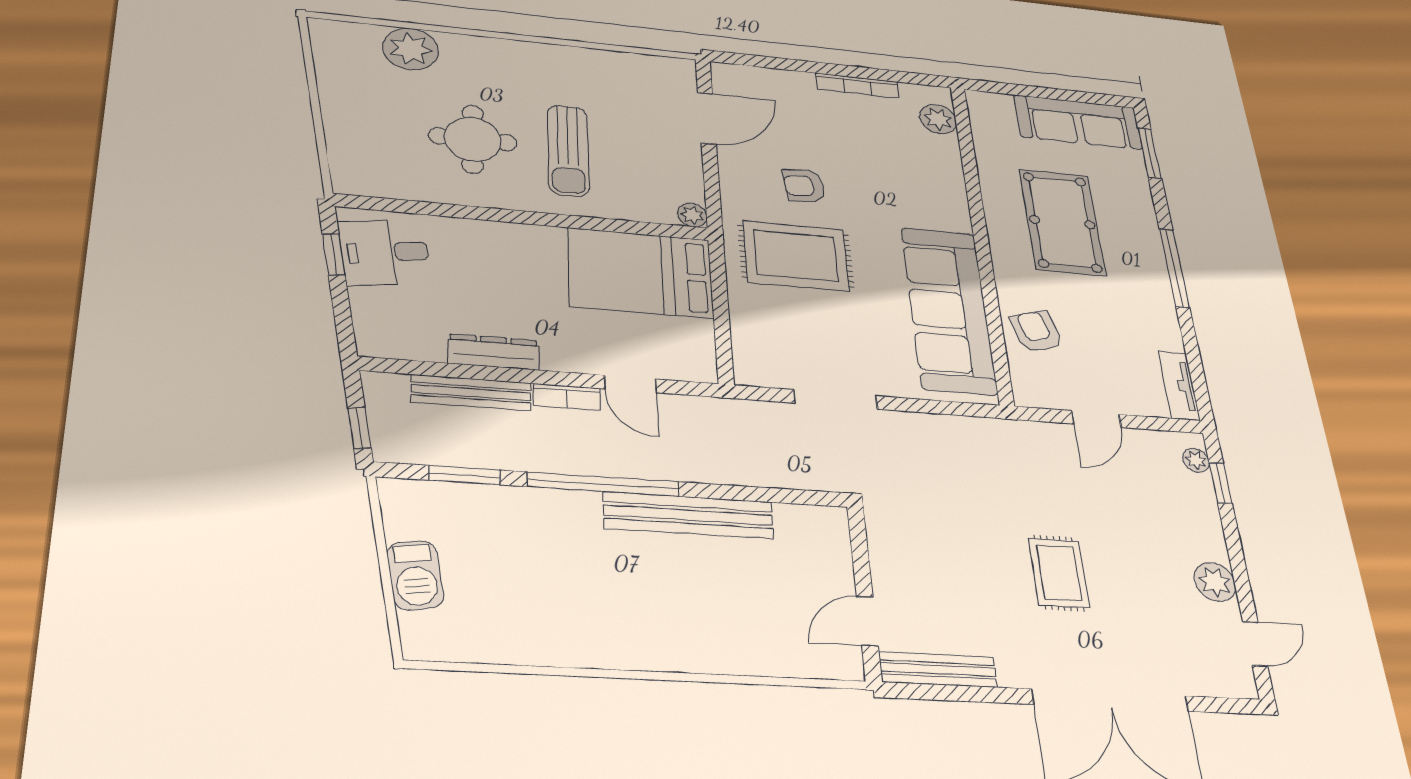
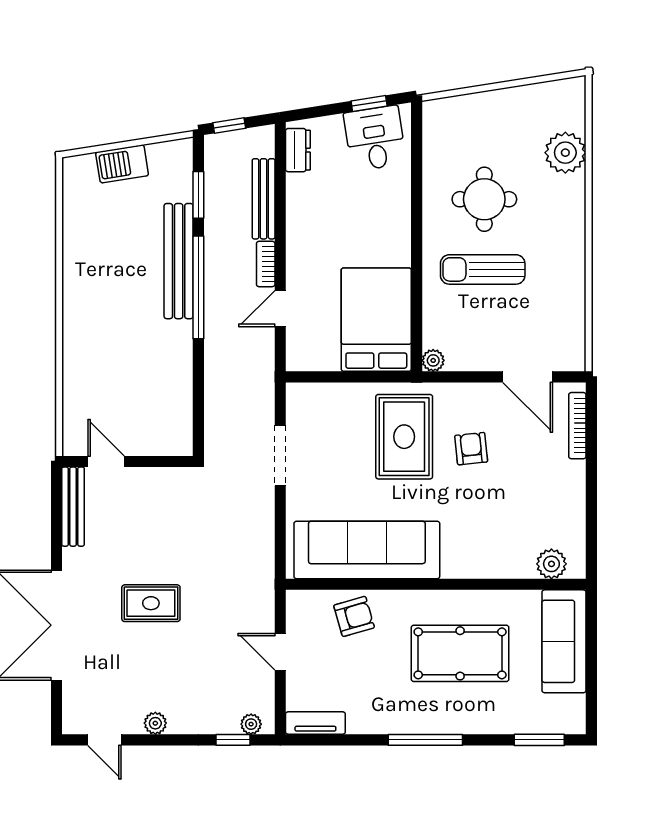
bookcase: (857, 85) -> (577, 426), moved
sofa: (1078, 122) -> (564, 641), moved
dresser: (494, 352) -> (298, 150), moved, width x0.70
bench: (689, 515) -> (179, 261), moved
plant: (1215, 582) -> (155, 723), width x0.73, depth x0.73

